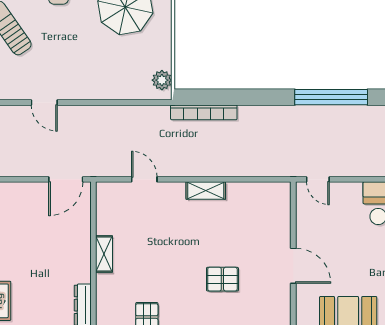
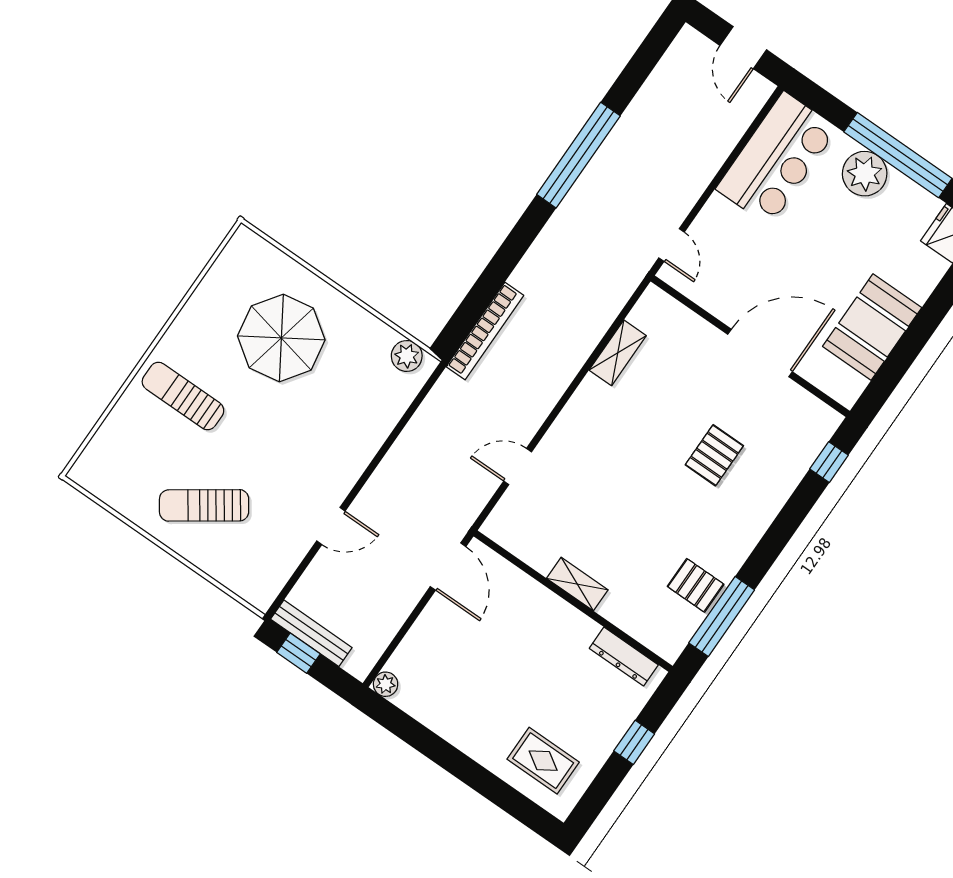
door: (318, 179) -> (672, 245), hinge flipped
shelving: (206, 190) -> (618, 353), moved
door: (293, 266) -> (760, 353), width x1.36

